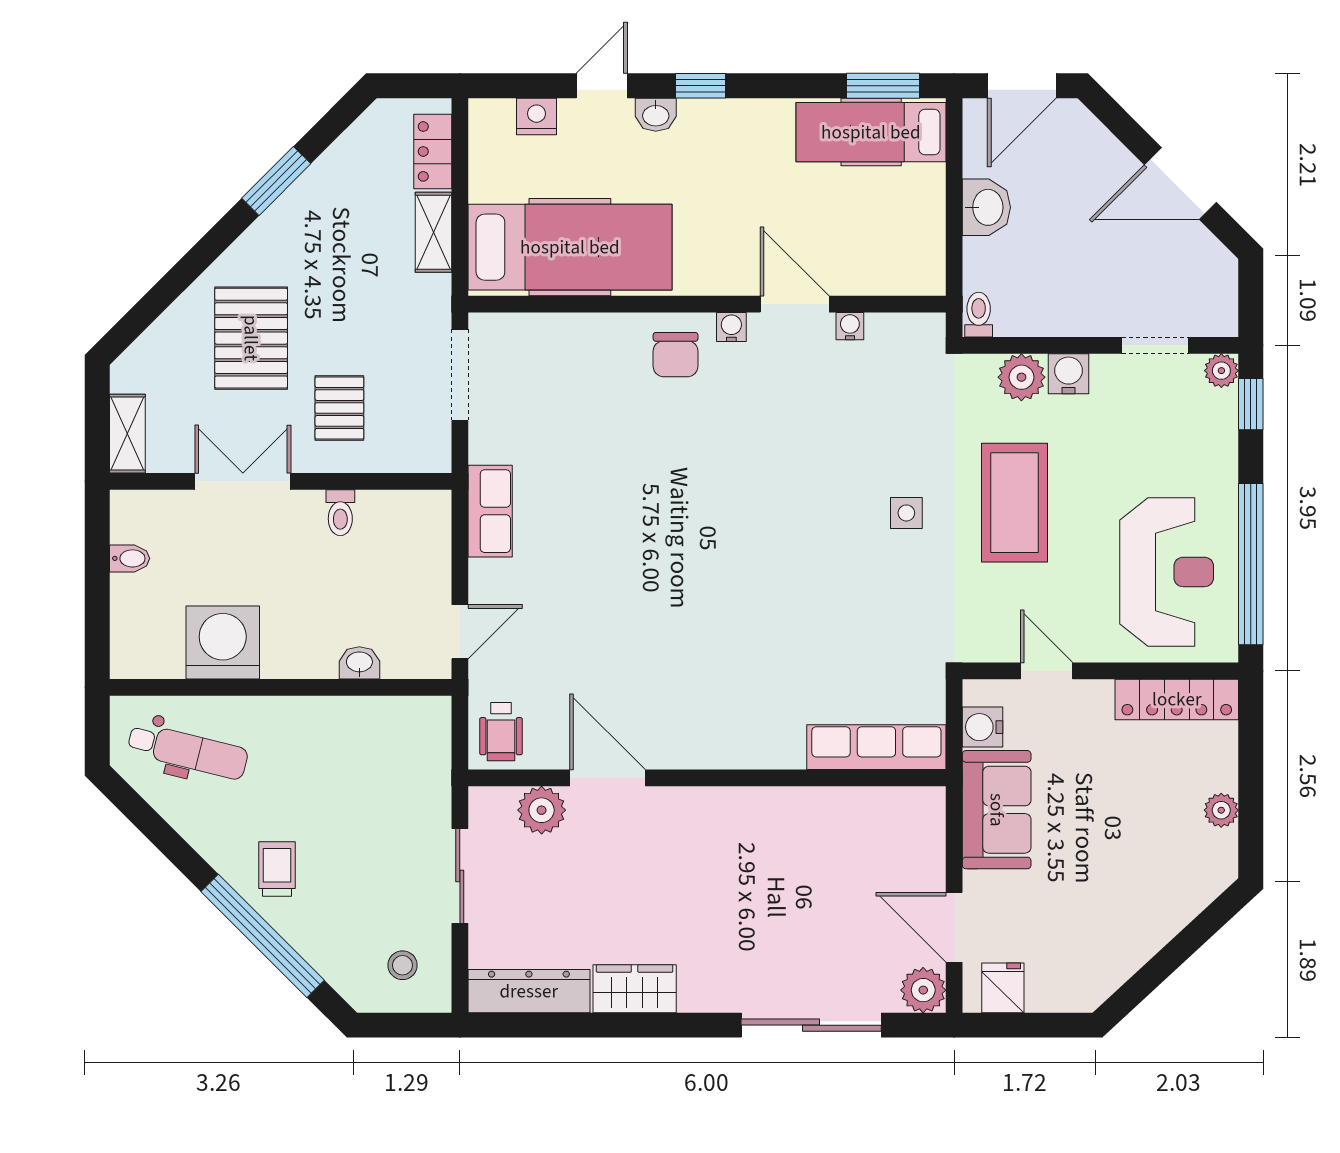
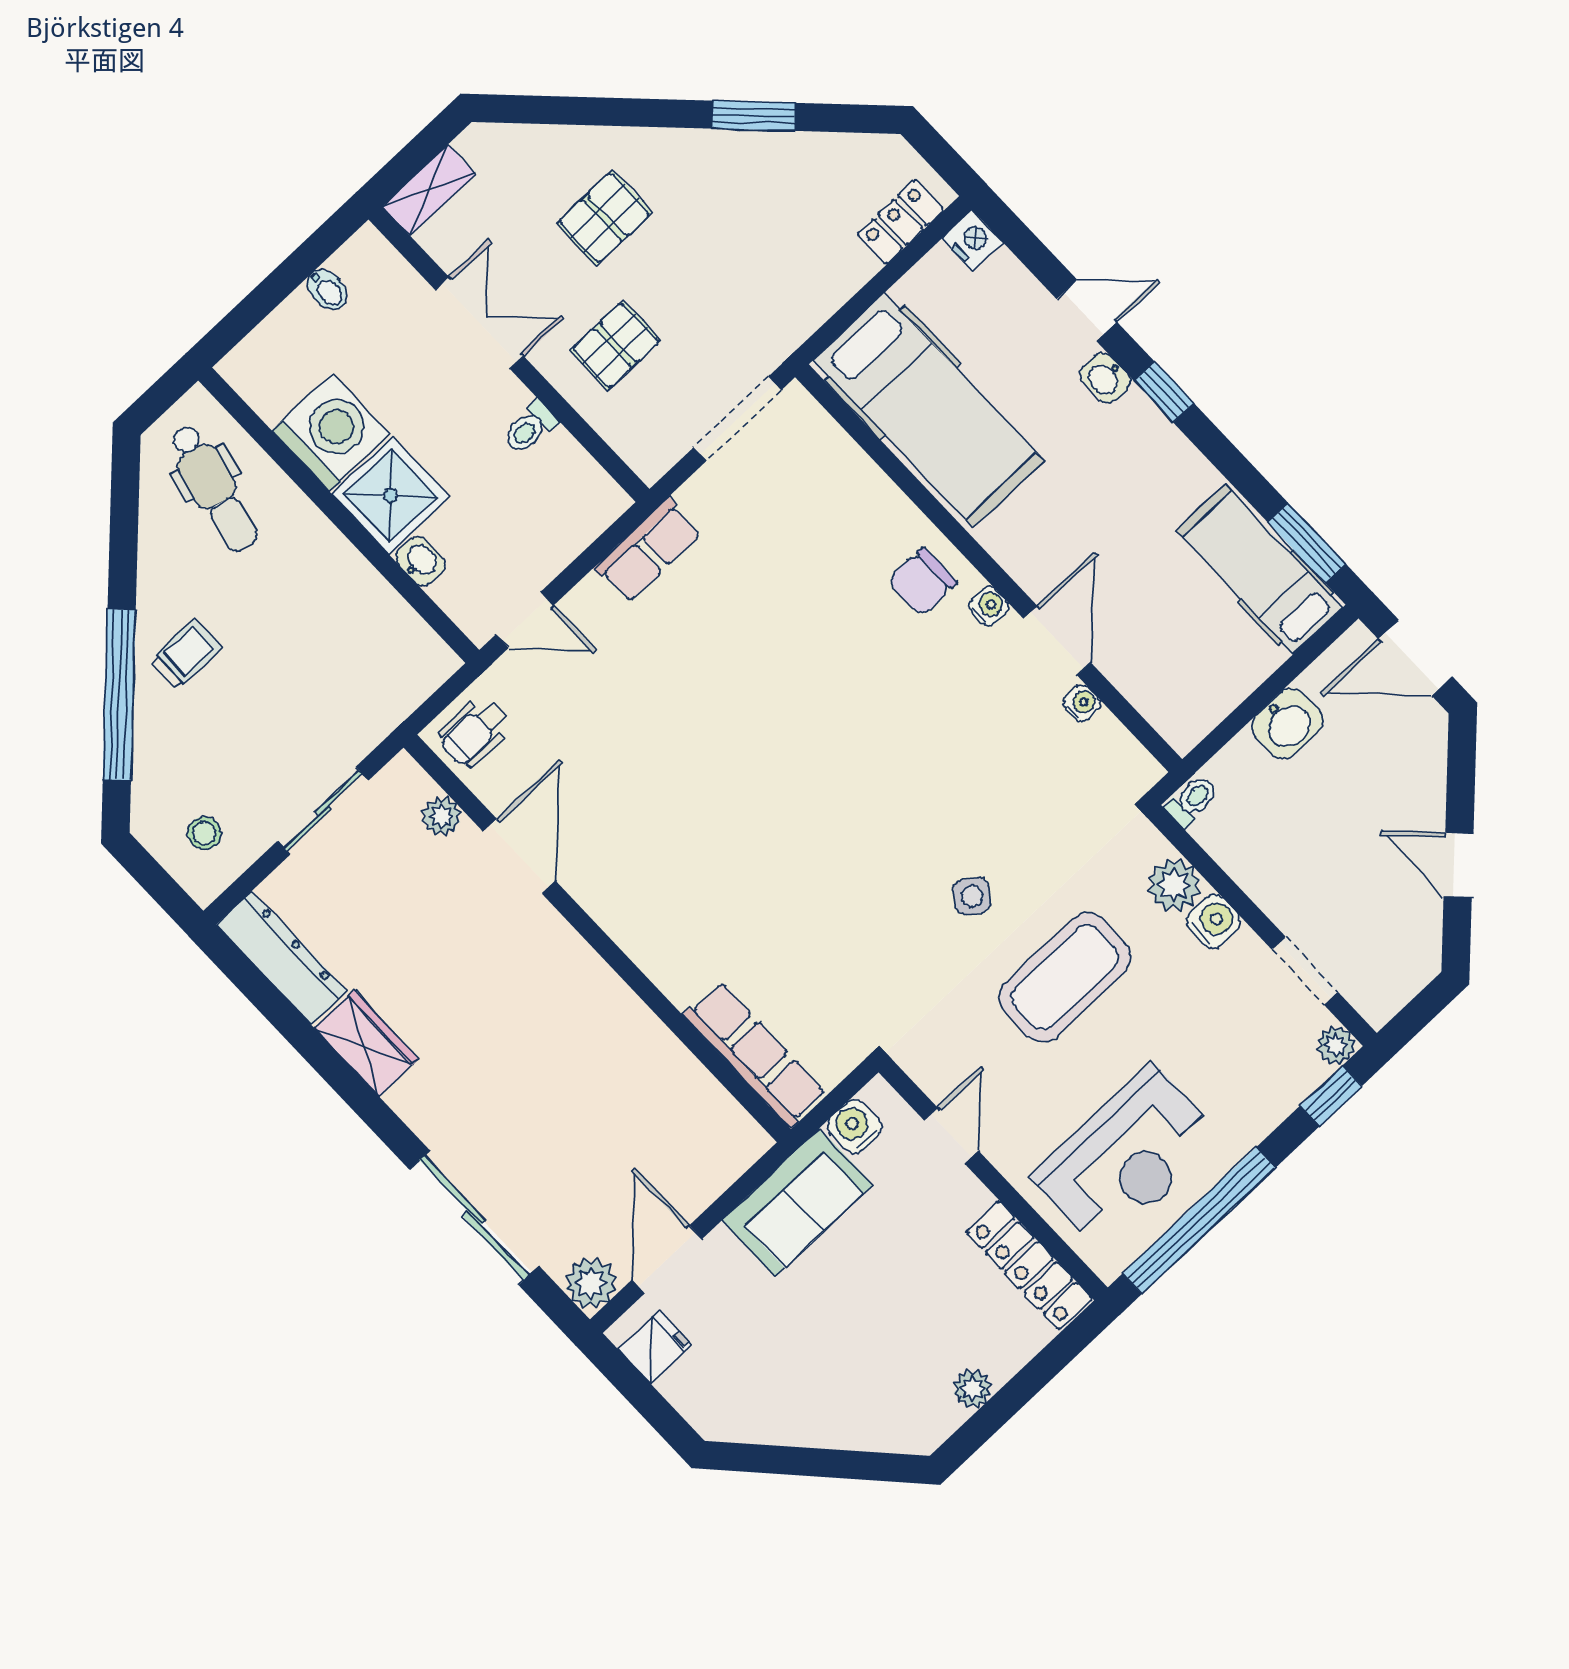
nightstand: (537, 117) -> (973, 240), moved
door: (1180, 183) -> (1458, 865), width x0.73
shelving: (434, 232) -> (834, 286), removed
pallet: (251, 338) -> (604, 218), width x0.67, depth x0.71
side table: (906, 513) -> (972, 896), turned 36
shower: (299, 642) -> (390, 495), added
plant: (542, 810) -> (441, 816), width x0.73, depth x0.73

